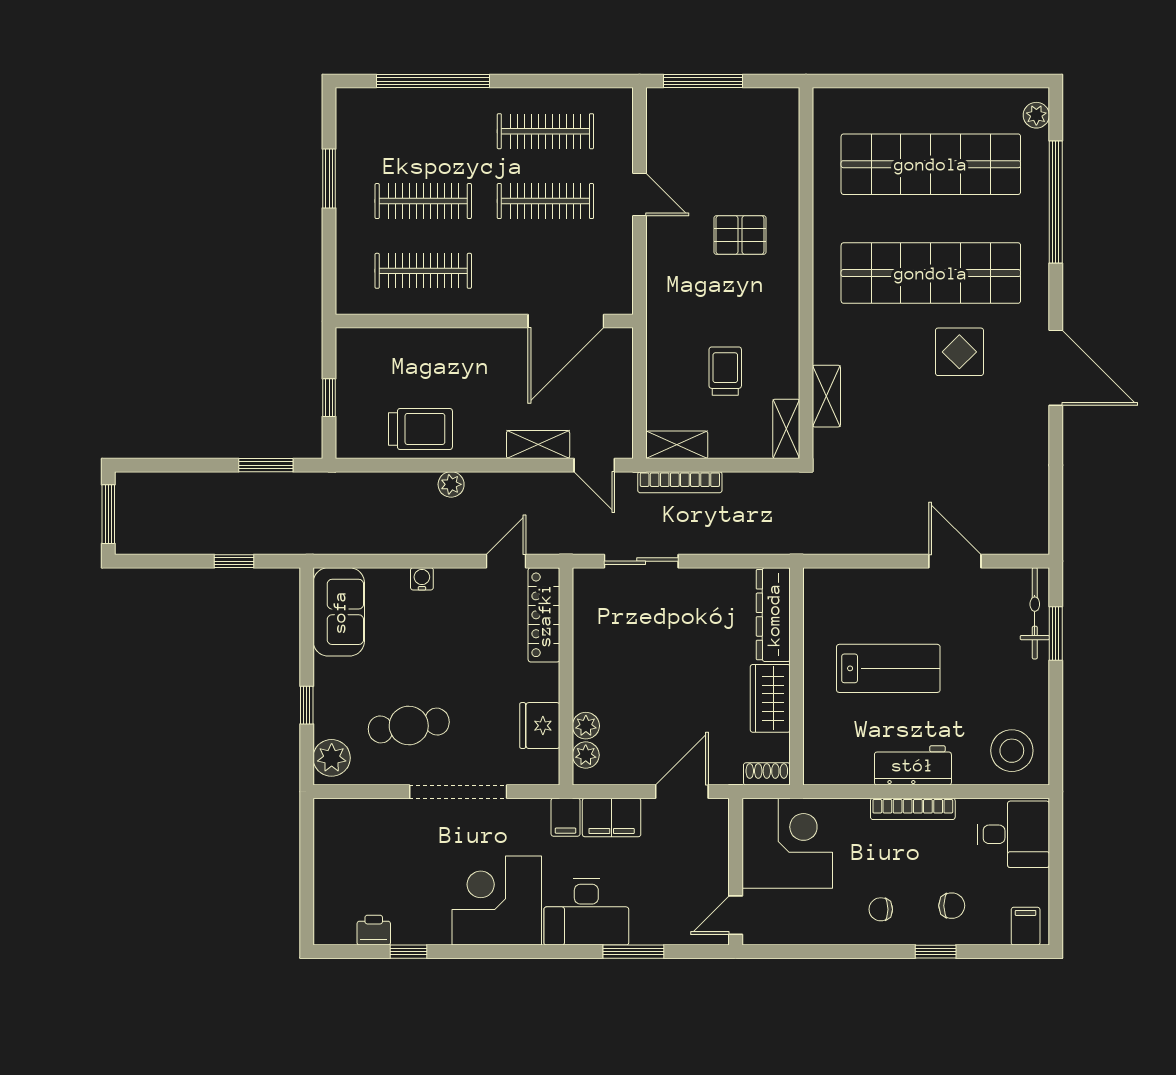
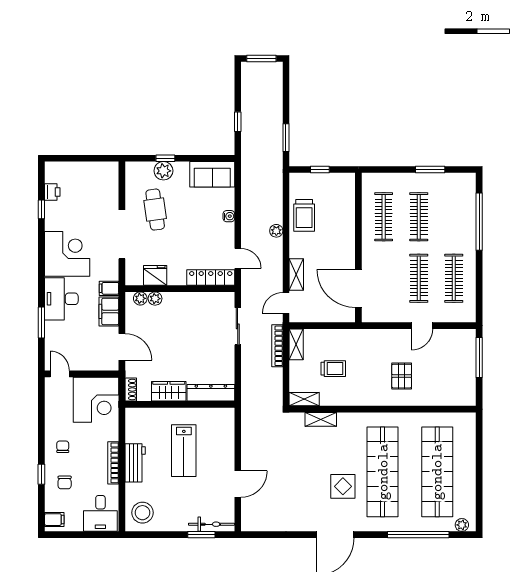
plant: (332, 758) -> (163, 171), moved

